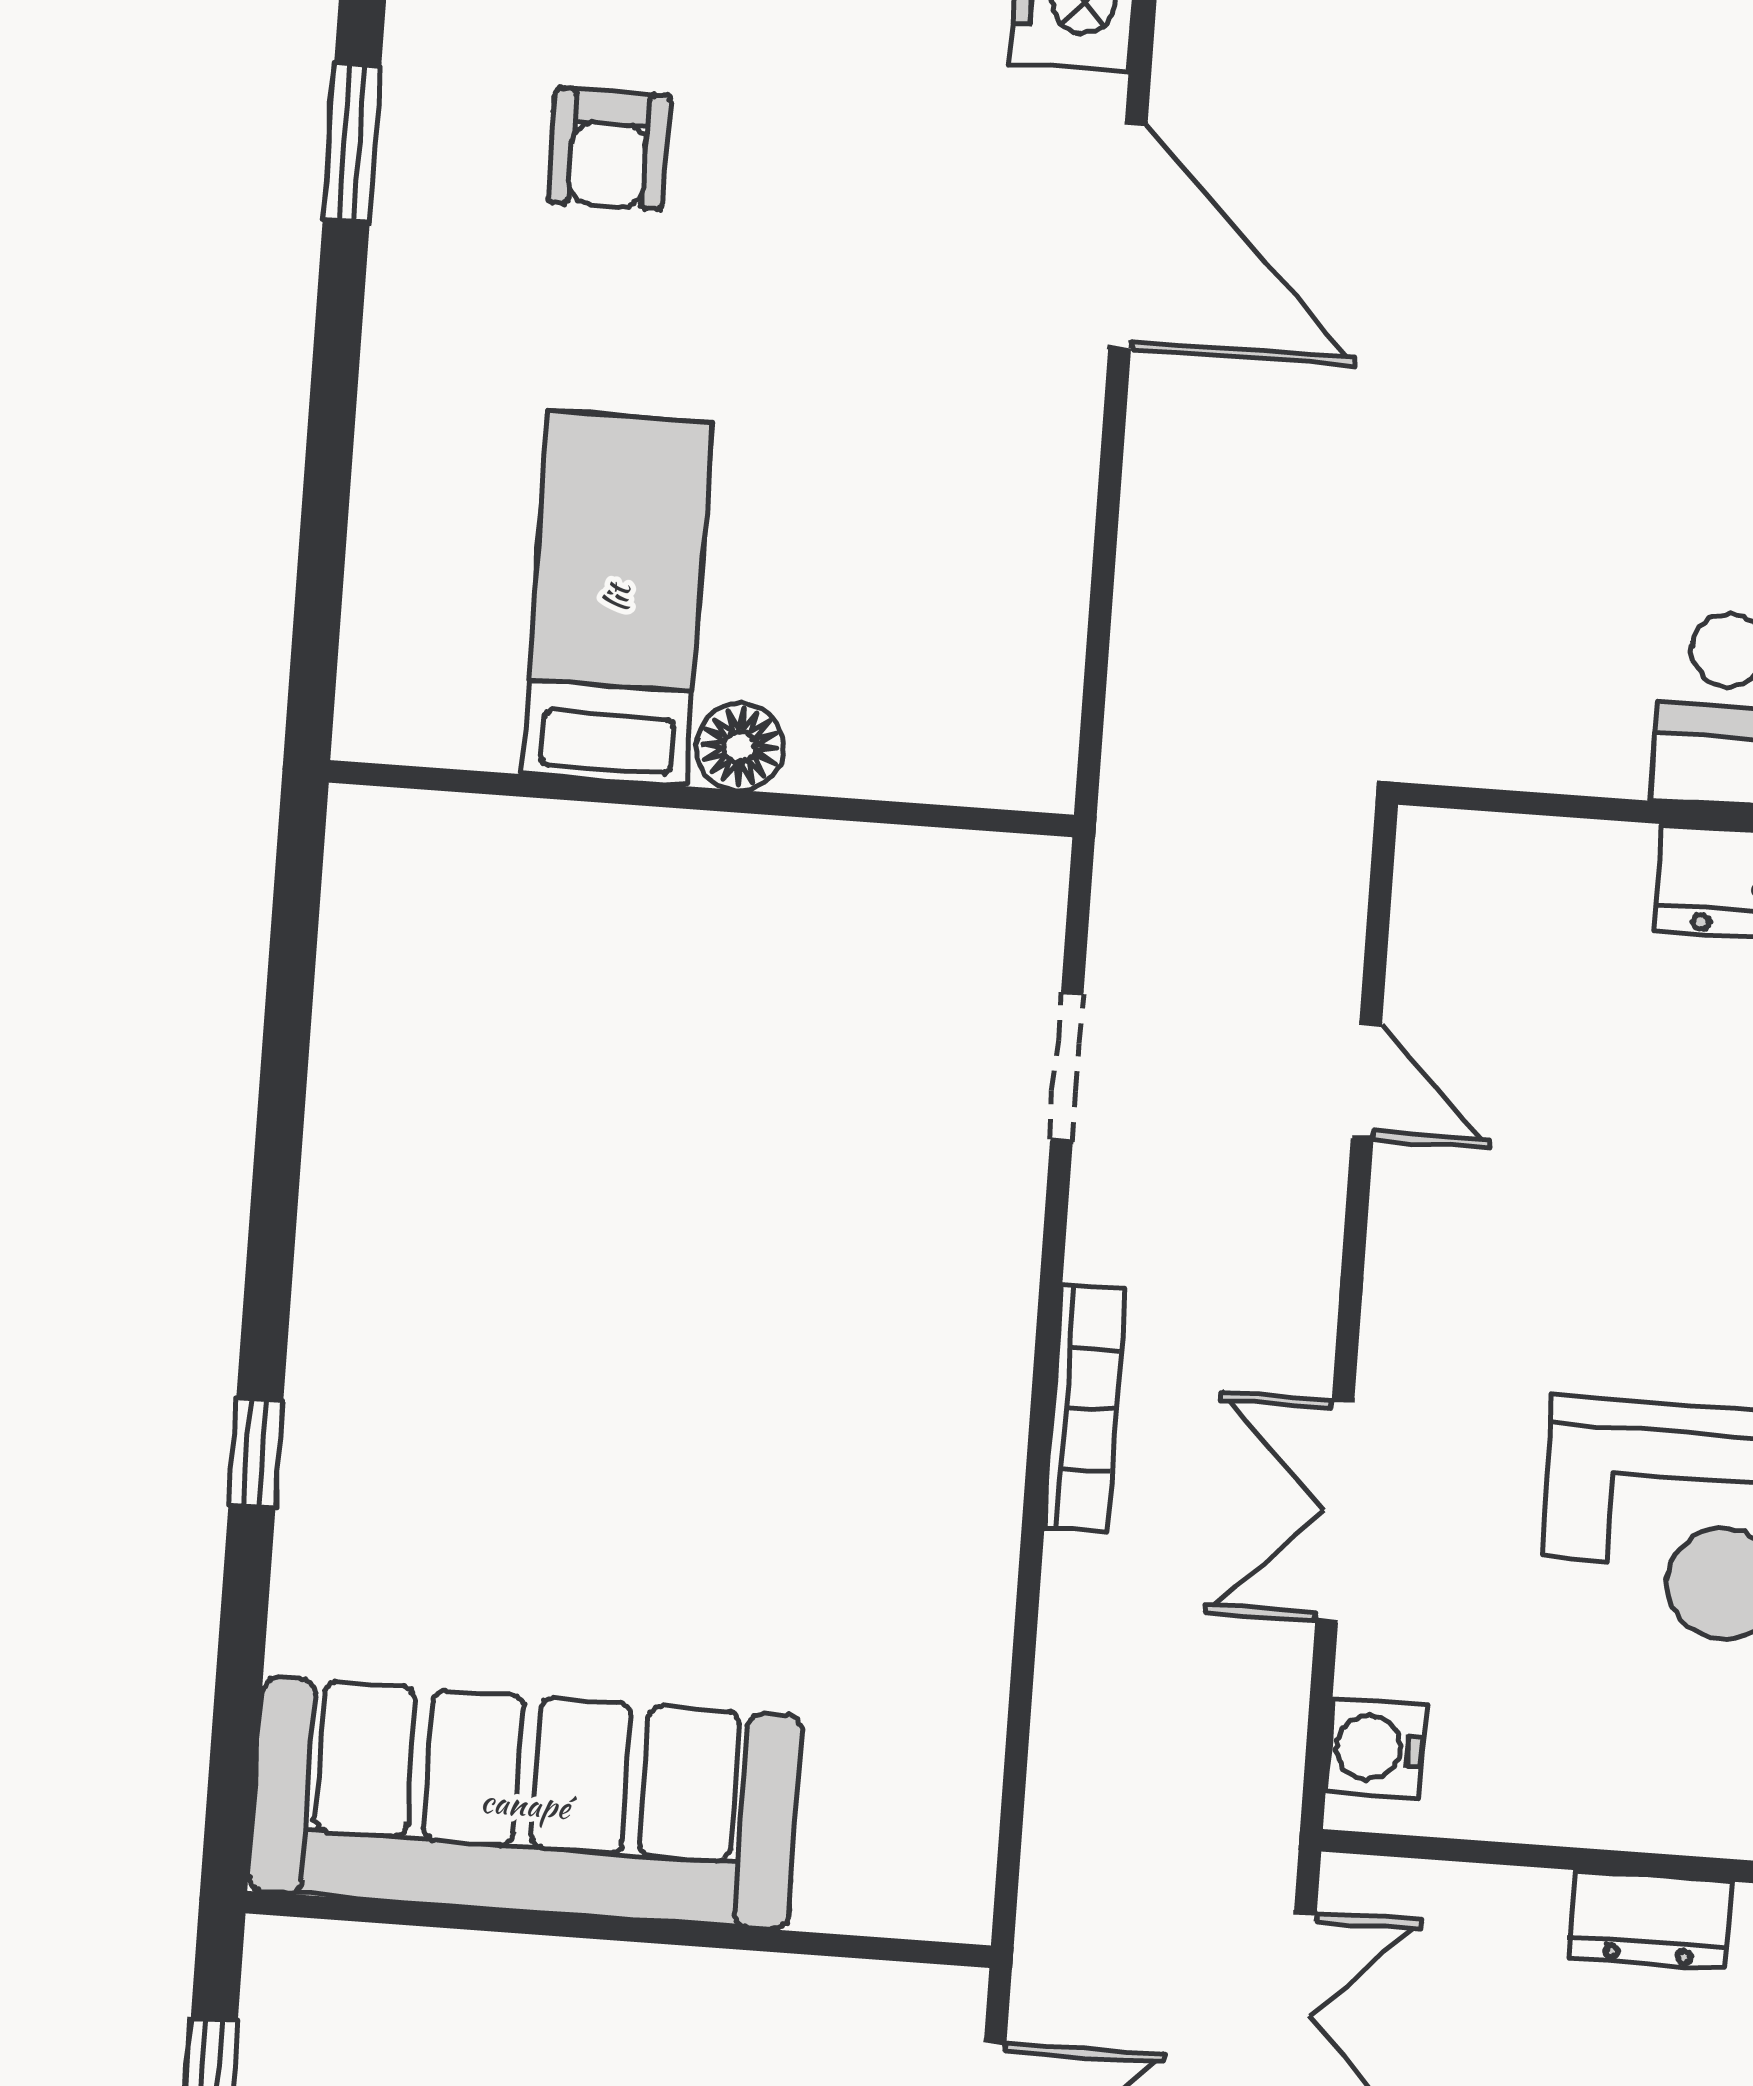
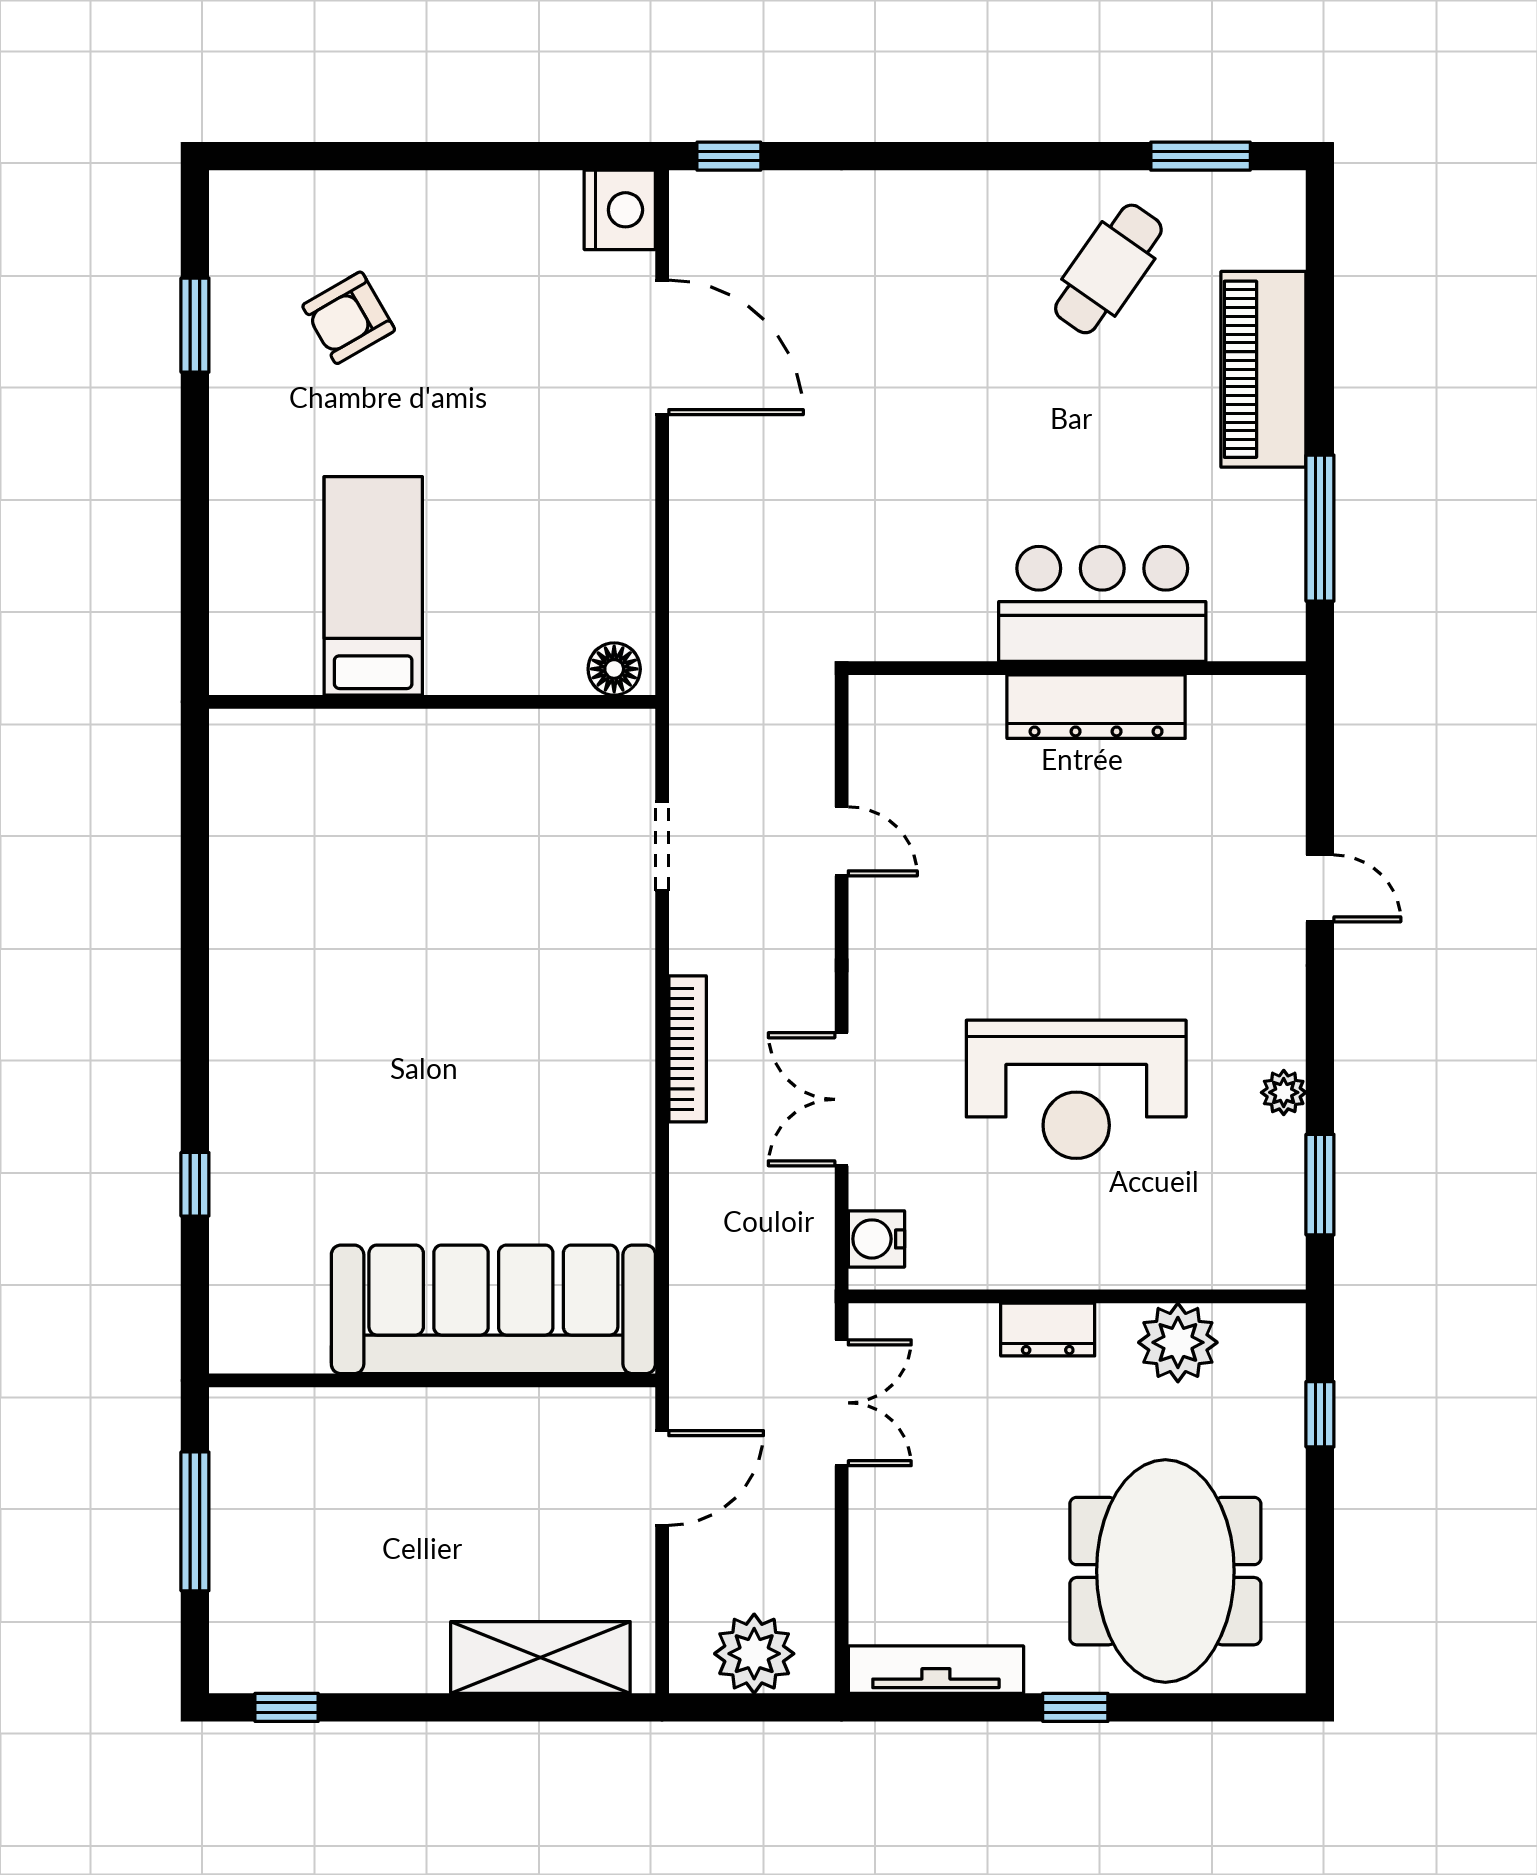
armchair: (609, 149) -> (349, 318), turned 60
floor lamp: (740, 747) -> (614, 669), moved
window: (256, 1453) -> (195, 1184), moved
sofa: (525, 1804) -> (493, 1309), moved

